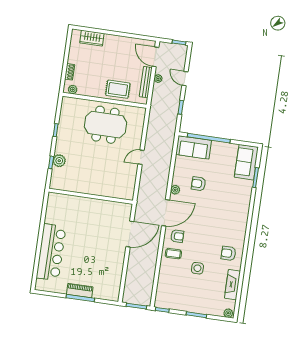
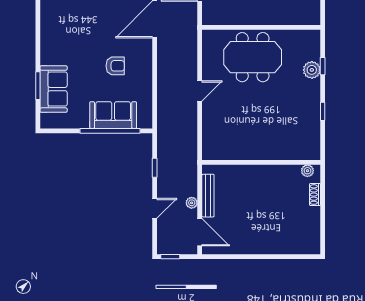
wardrobe: (92, 38) -> (291, 245), removed
door: (185, 79) -> (155, 208), hinge flipped
rug: (118, 89) -> (245, 180), removed
meeting table: (105, 125) -> (253, 57), moved
sofa: (194, 147) -> (113, 115), moved
sofa: (246, 162) -> (54, 89), moved
plant: (175, 190) -> (146, 53), removed

